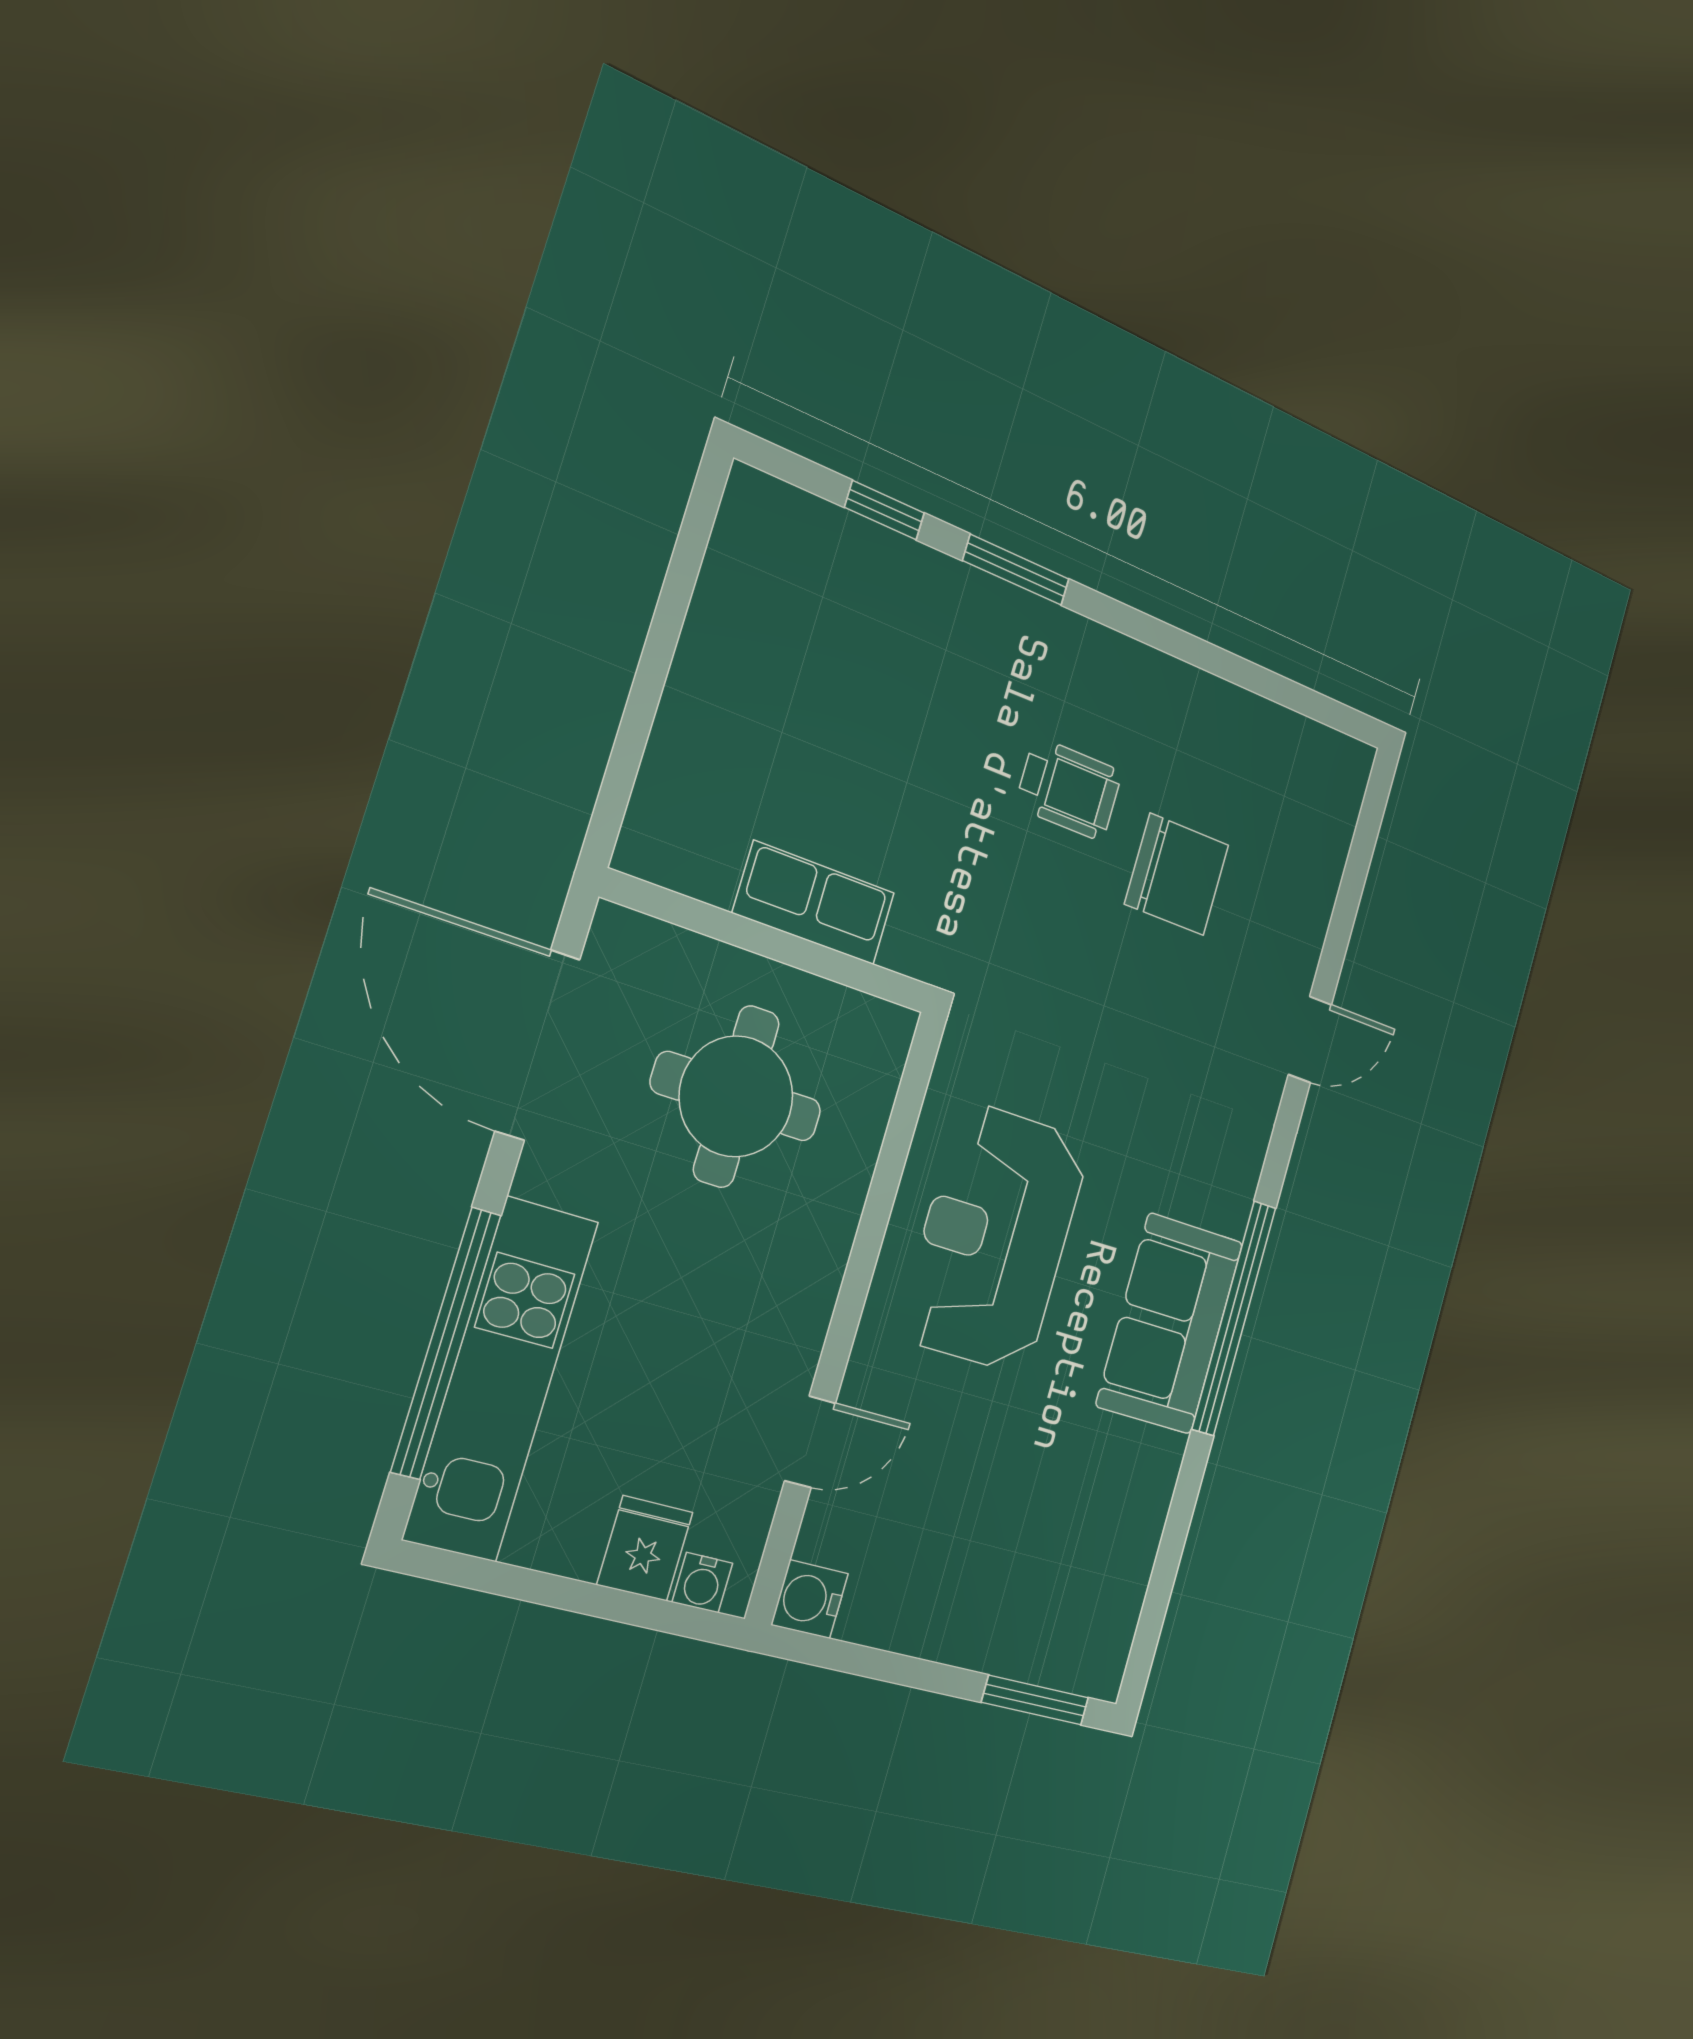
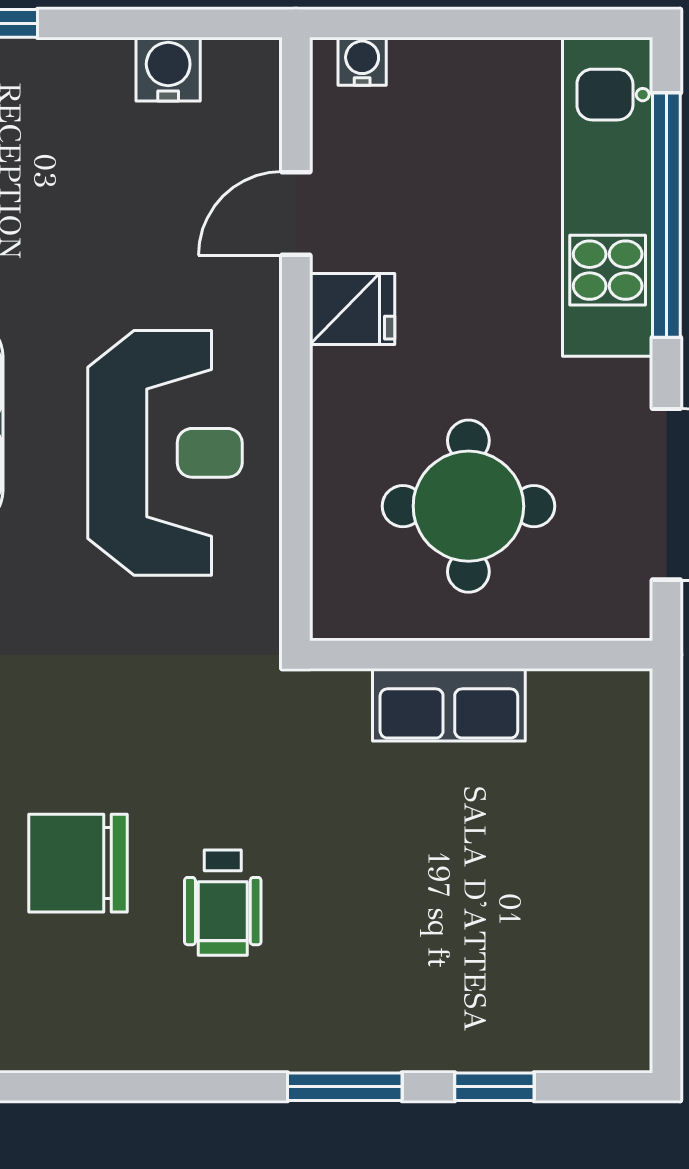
wheelchair: (1069, 789) -> (223, 903), turned -90
fridge: (645, 1548) -> (352, 309), moved, turned -90
water cooler: (810, 1599) -> (168, 69), moved, turned -90

